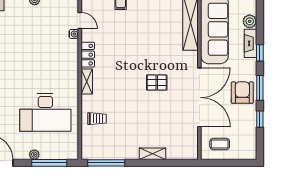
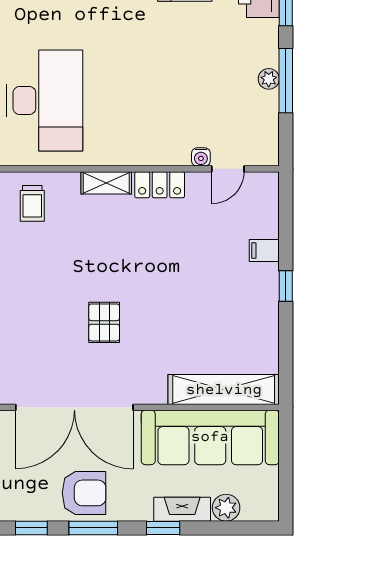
desk: (45, 112) -> (45, 100), turned 180

